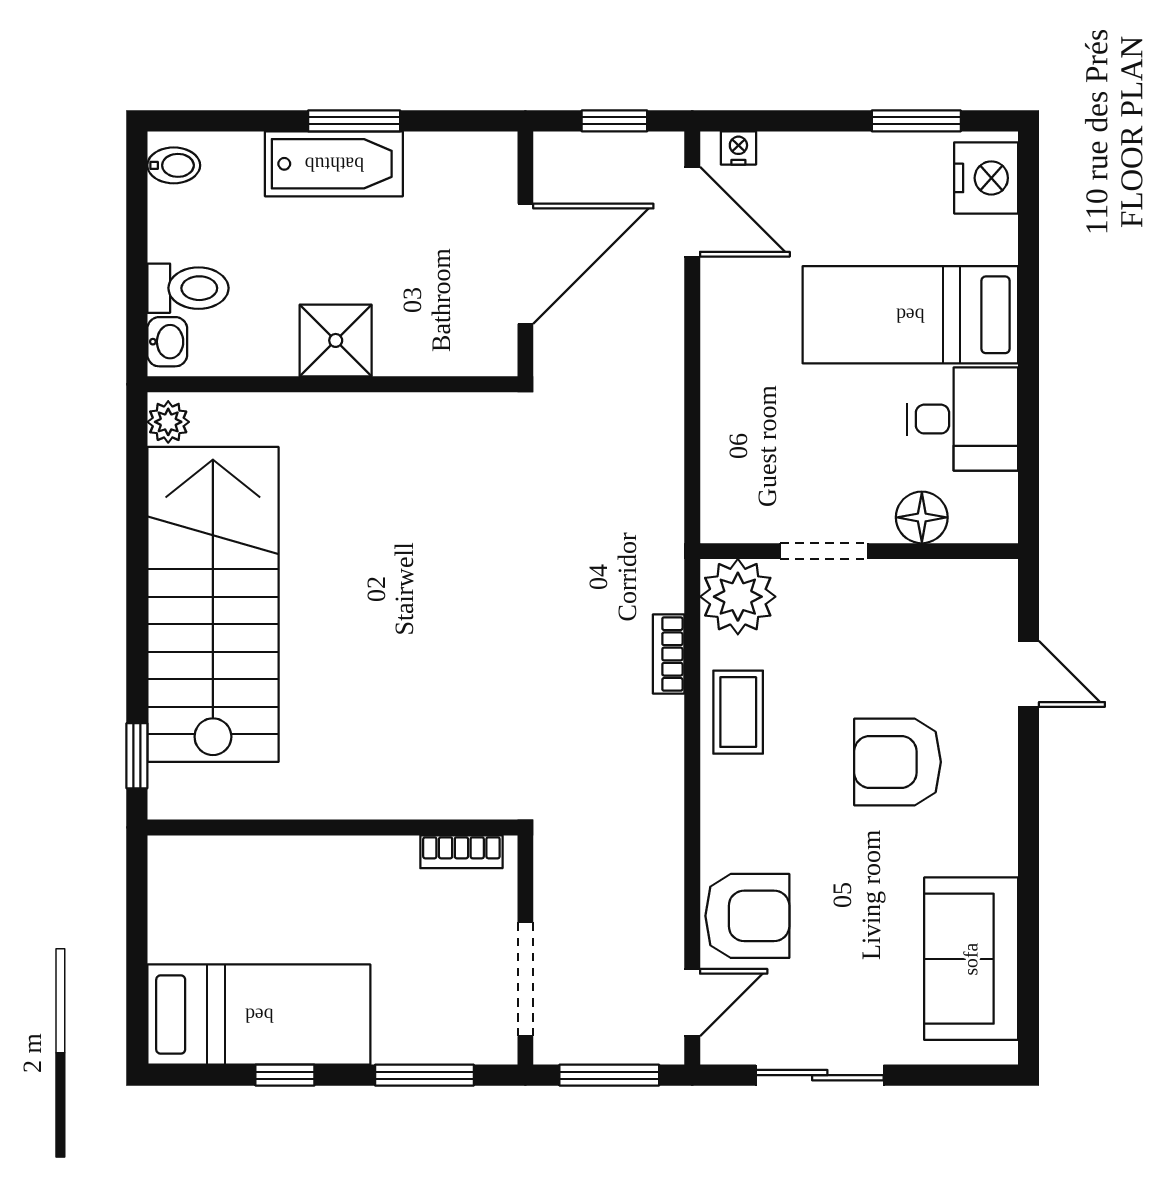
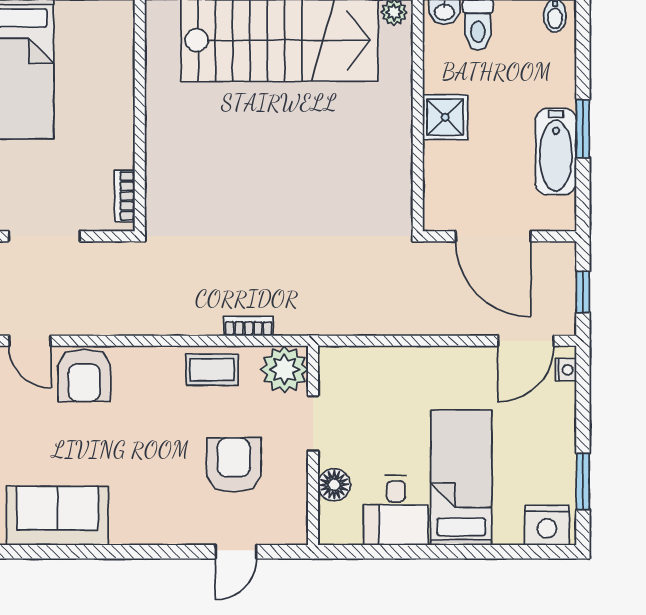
bathtub: (334, 164) -> (556, 151), moved
armchair: (898, 762) -> (234, 465), moved

